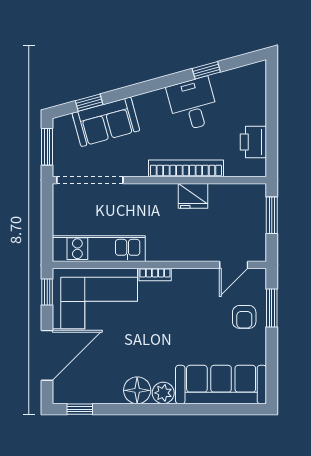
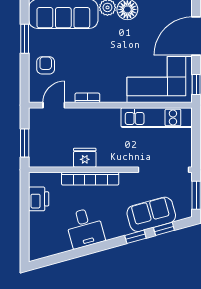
window: (206, 70) -> (135, 237), moved
bookcase: (155, 275) -> (87, 98), moved
window: (272, 308) -> (25, 39), moved

